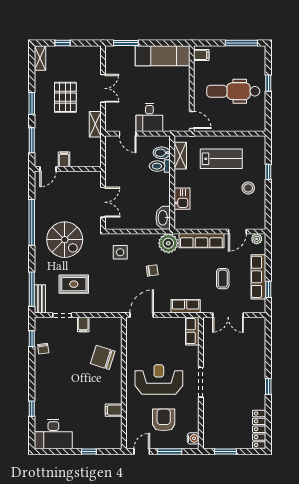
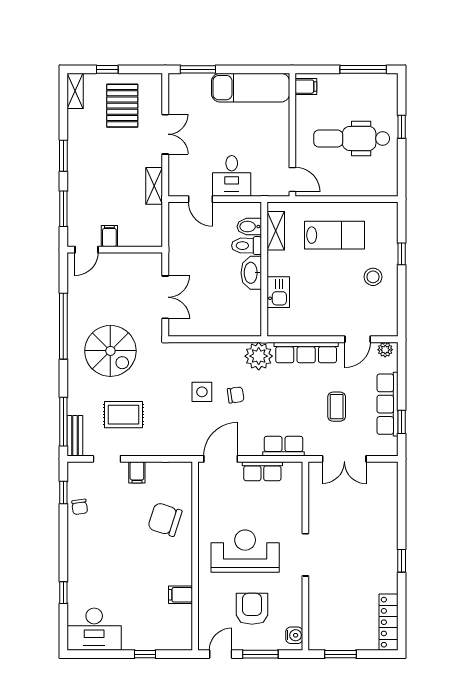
pallet: (65, 97) -> (122, 106), moved
washbasin: (163, 218) -> (251, 273), moved
side table: (120, 252) -> (202, 392), moved
row of seats: (192, 331) -> (262, 471), moved, turned -90

